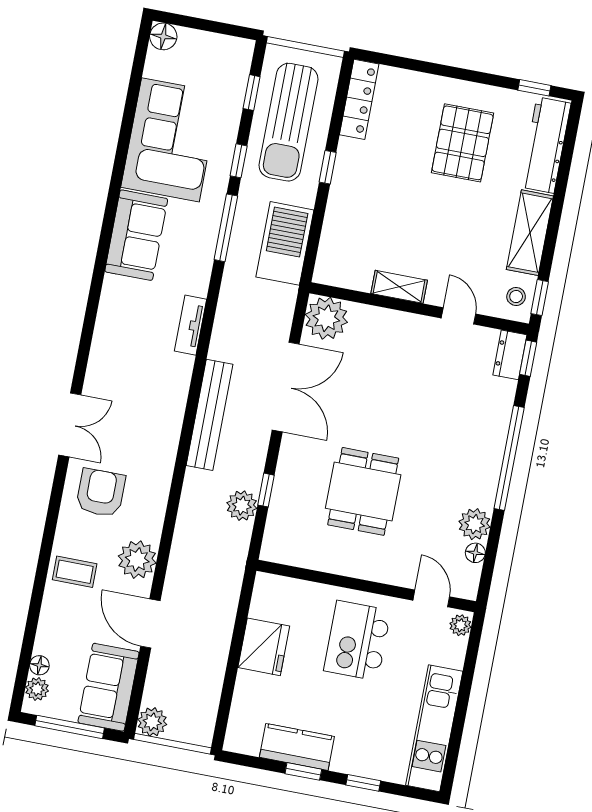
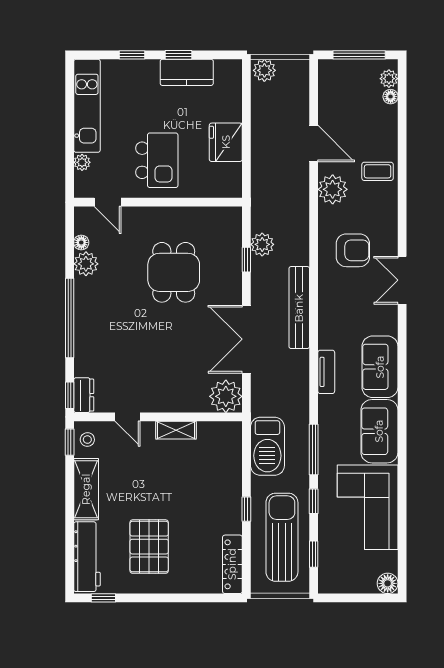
armchair: (101, 493) -> (353, 250), moved, turned -90
plant: (460, 625) -> (82, 162), moved
sofa: (109, 687) -> (380, 367), moved, turned 180
plant: (152, 722) -> (264, 70), moved

